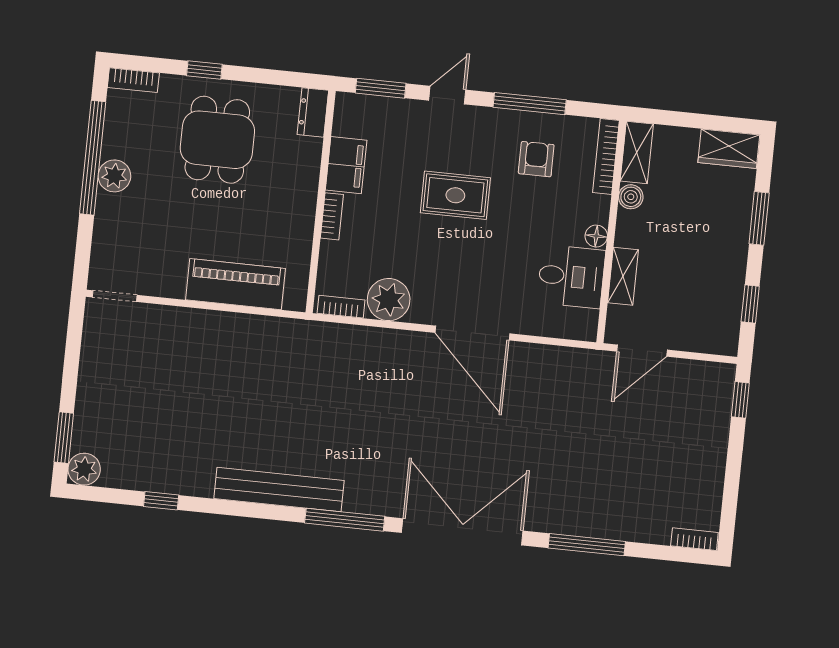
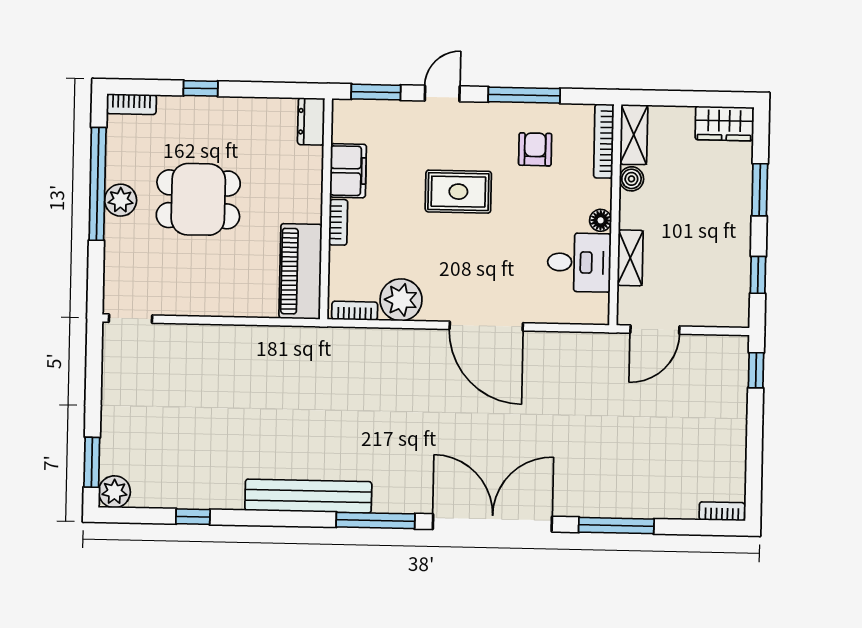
dining table: (217, 140) -> (198, 199), moved, turned 90
piano: (236, 284) -> (301, 271), moved, turned -90

